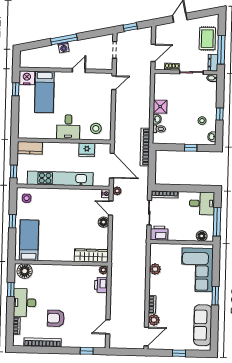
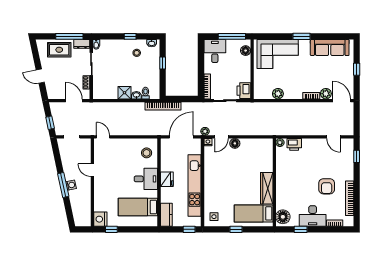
bed: (44, 92) -> (138, 207), moved, turned 180
fridge: (87, 150) -> (167, 179), moved
wardrobe: (91, 256) -> (267, 188), moved

